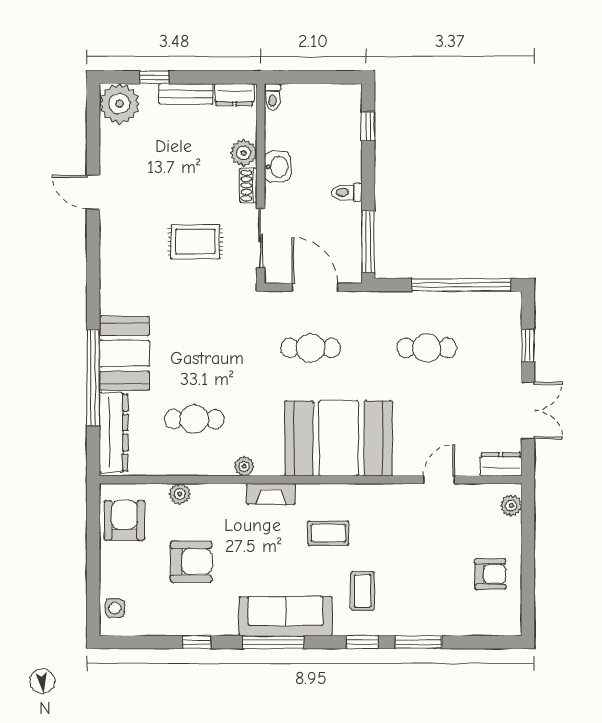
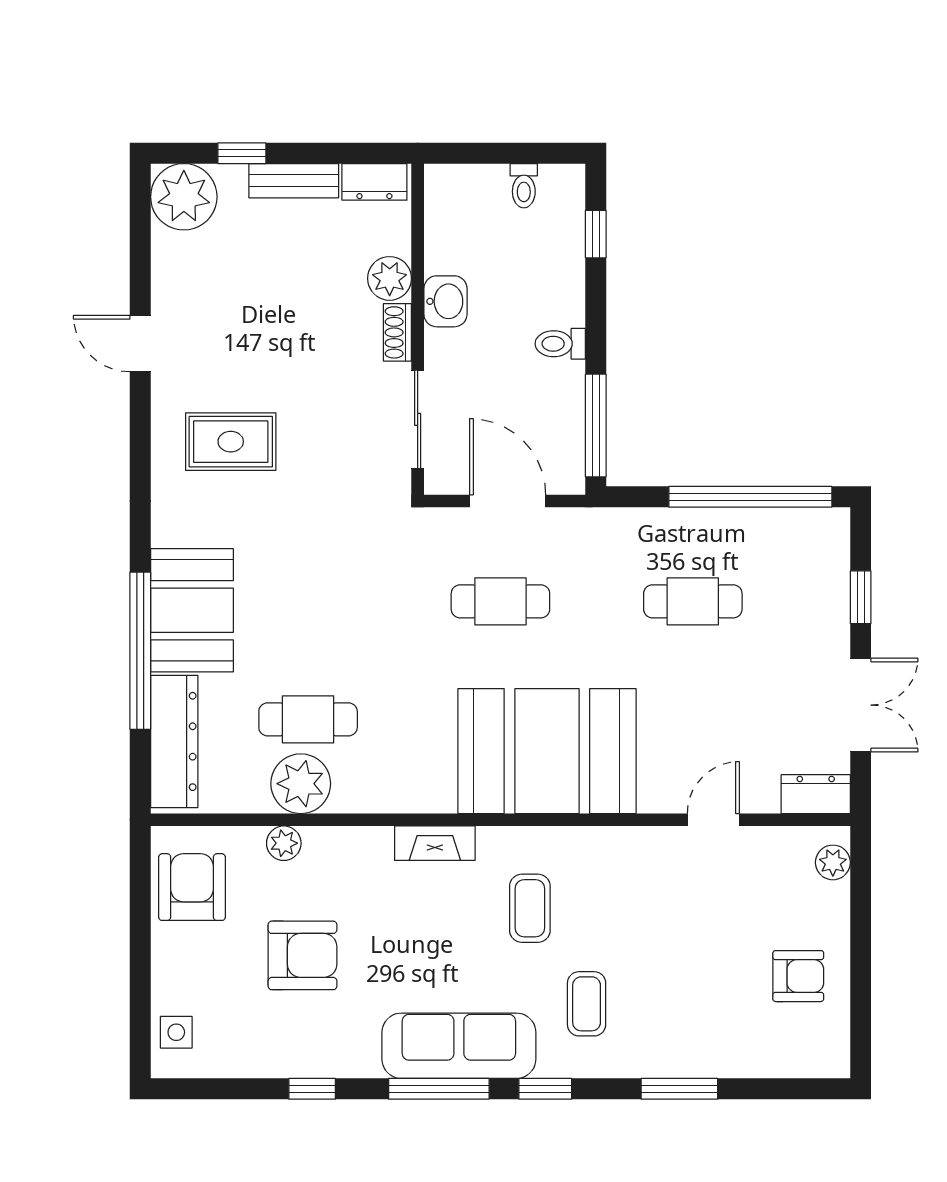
toilet: (273, 97) -> (524, 186), moved
rug: (195, 242) -> (231, 442), moved
plant: (244, 466) -> (301, 784), moved, width x1.87, depth x1.87
coffee table: (328, 533) -> (530, 908), turned 90
window: (362, 642) -> (545, 1089), moved

